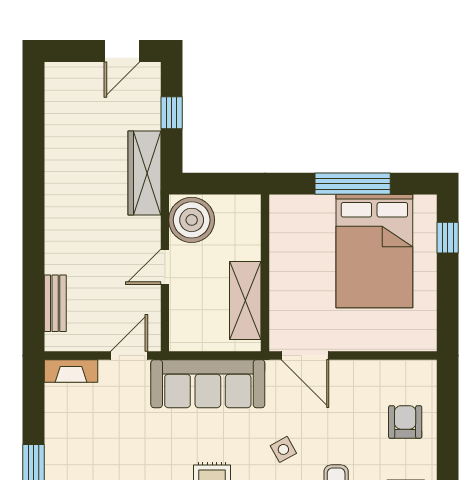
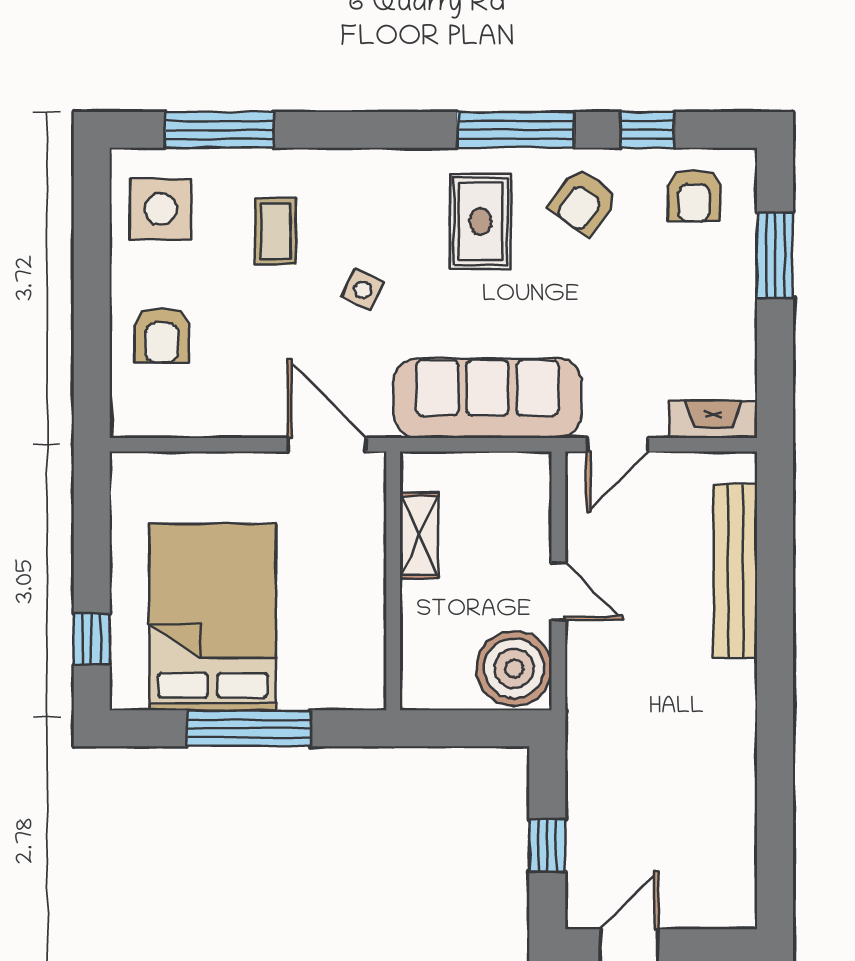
wardrobe: (144, 173) -> (592, 746), removed
door: (165, 267) -> (558, 591), hinge flipped
shelving: (245, 301) -> (419, 536), width x0.67, depth x0.75
bench: (55, 303) -> (735, 571), width x1.86, depth x1.21
side table: (283, 449) -> (363, 290), turned -36

